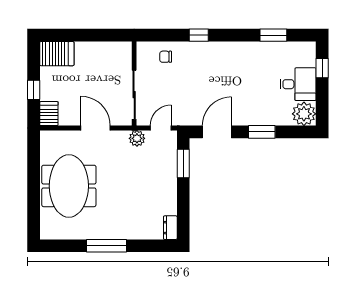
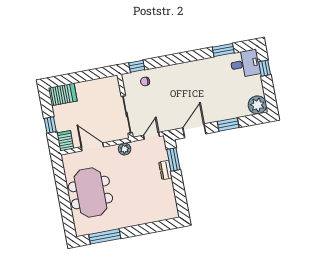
window: (199, 35) -> (137, 66), moved
desk: (298, 84) -> (245, 64), moved
door: (96, 128) -> (92, 147), moved
plant: (137, 138) -> (125, 149), moved
dresser: (170, 228) -> (165, 170), moved
window: (107, 246) -> (105, 236), moved

